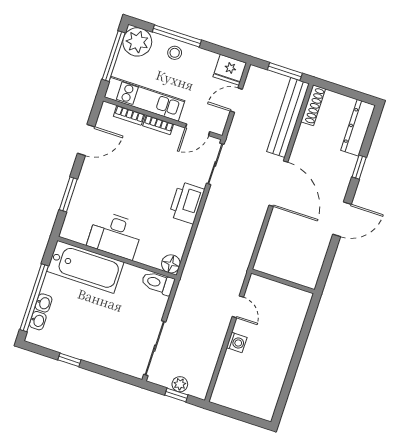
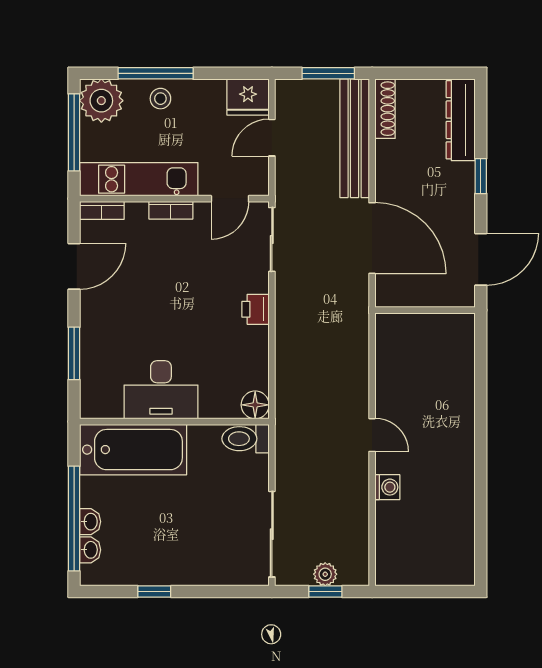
bookcase: (129, 115) -> (102, 210), moved
printer: (187, 203) -> (255, 309), width x0.53, depth x0.68
wall: (283, 281) -> (425, 310), moved

